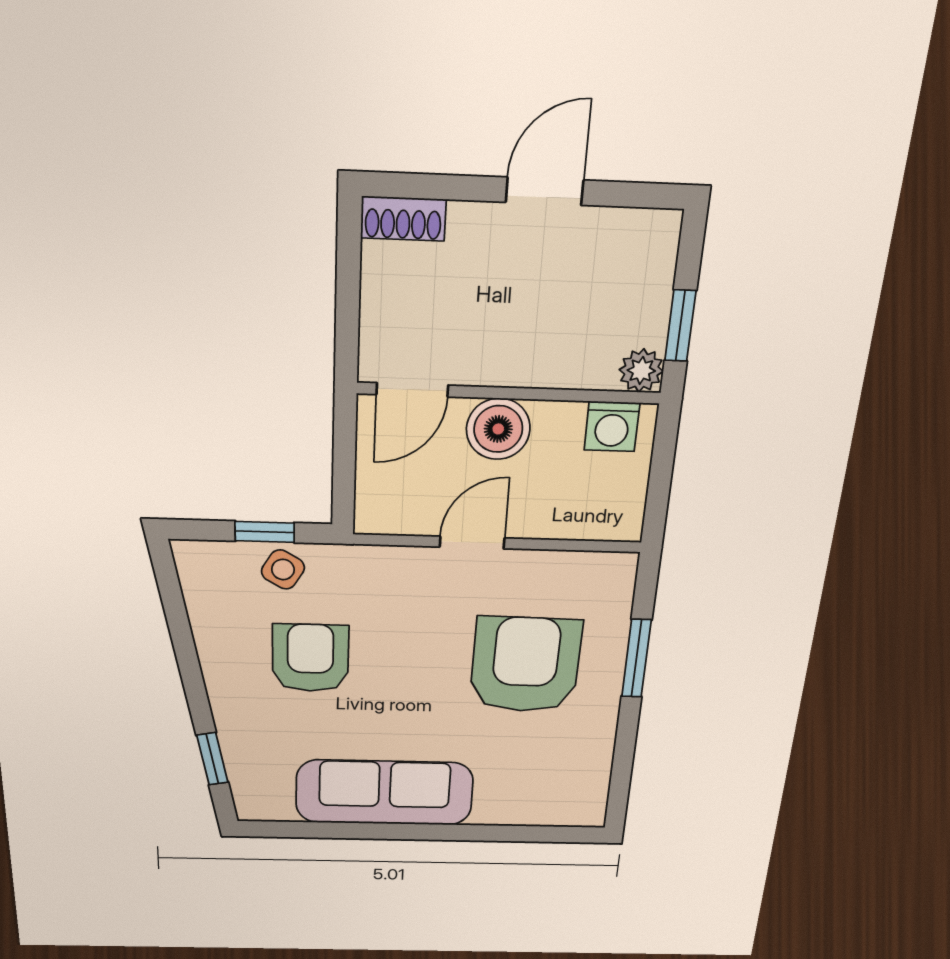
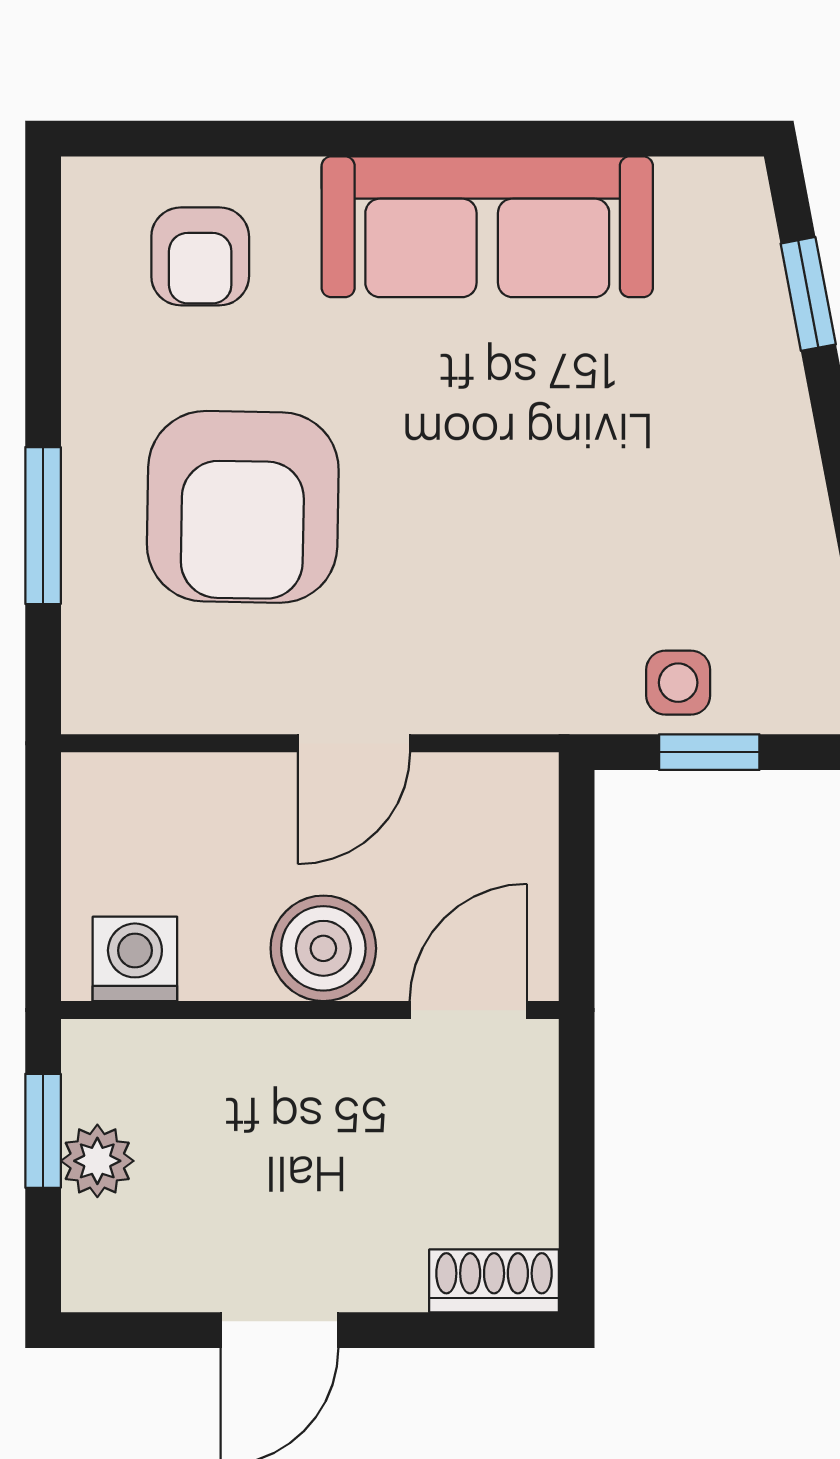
plant: (641, 371) -> (97, 1161), moved
side table: (283, 569) -> (678, 683), turned -31
armchair: (310, 658) -> (200, 256), moved, width x0.72, depth x0.72

